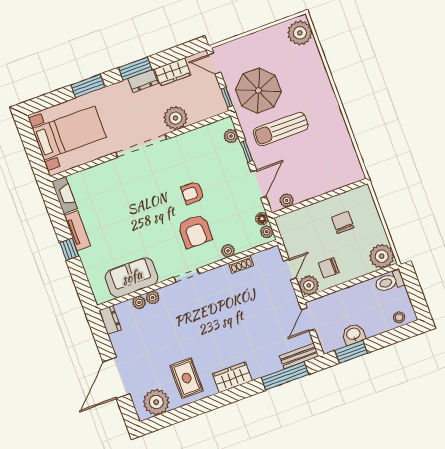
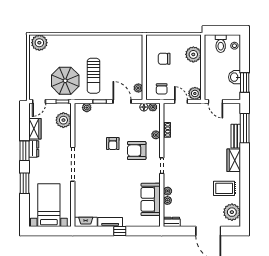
plant: (175, 118) -> (63, 120), moved
armchair: (195, 231) -> (137, 151), turned 180
plant: (382, 256) -> (193, 54), moved
chair: (329, 268) -> (162, 89), moved
toilet: (389, 282) -> (221, 44), moved
bench: (299, 356) -> (236, 136), moved

